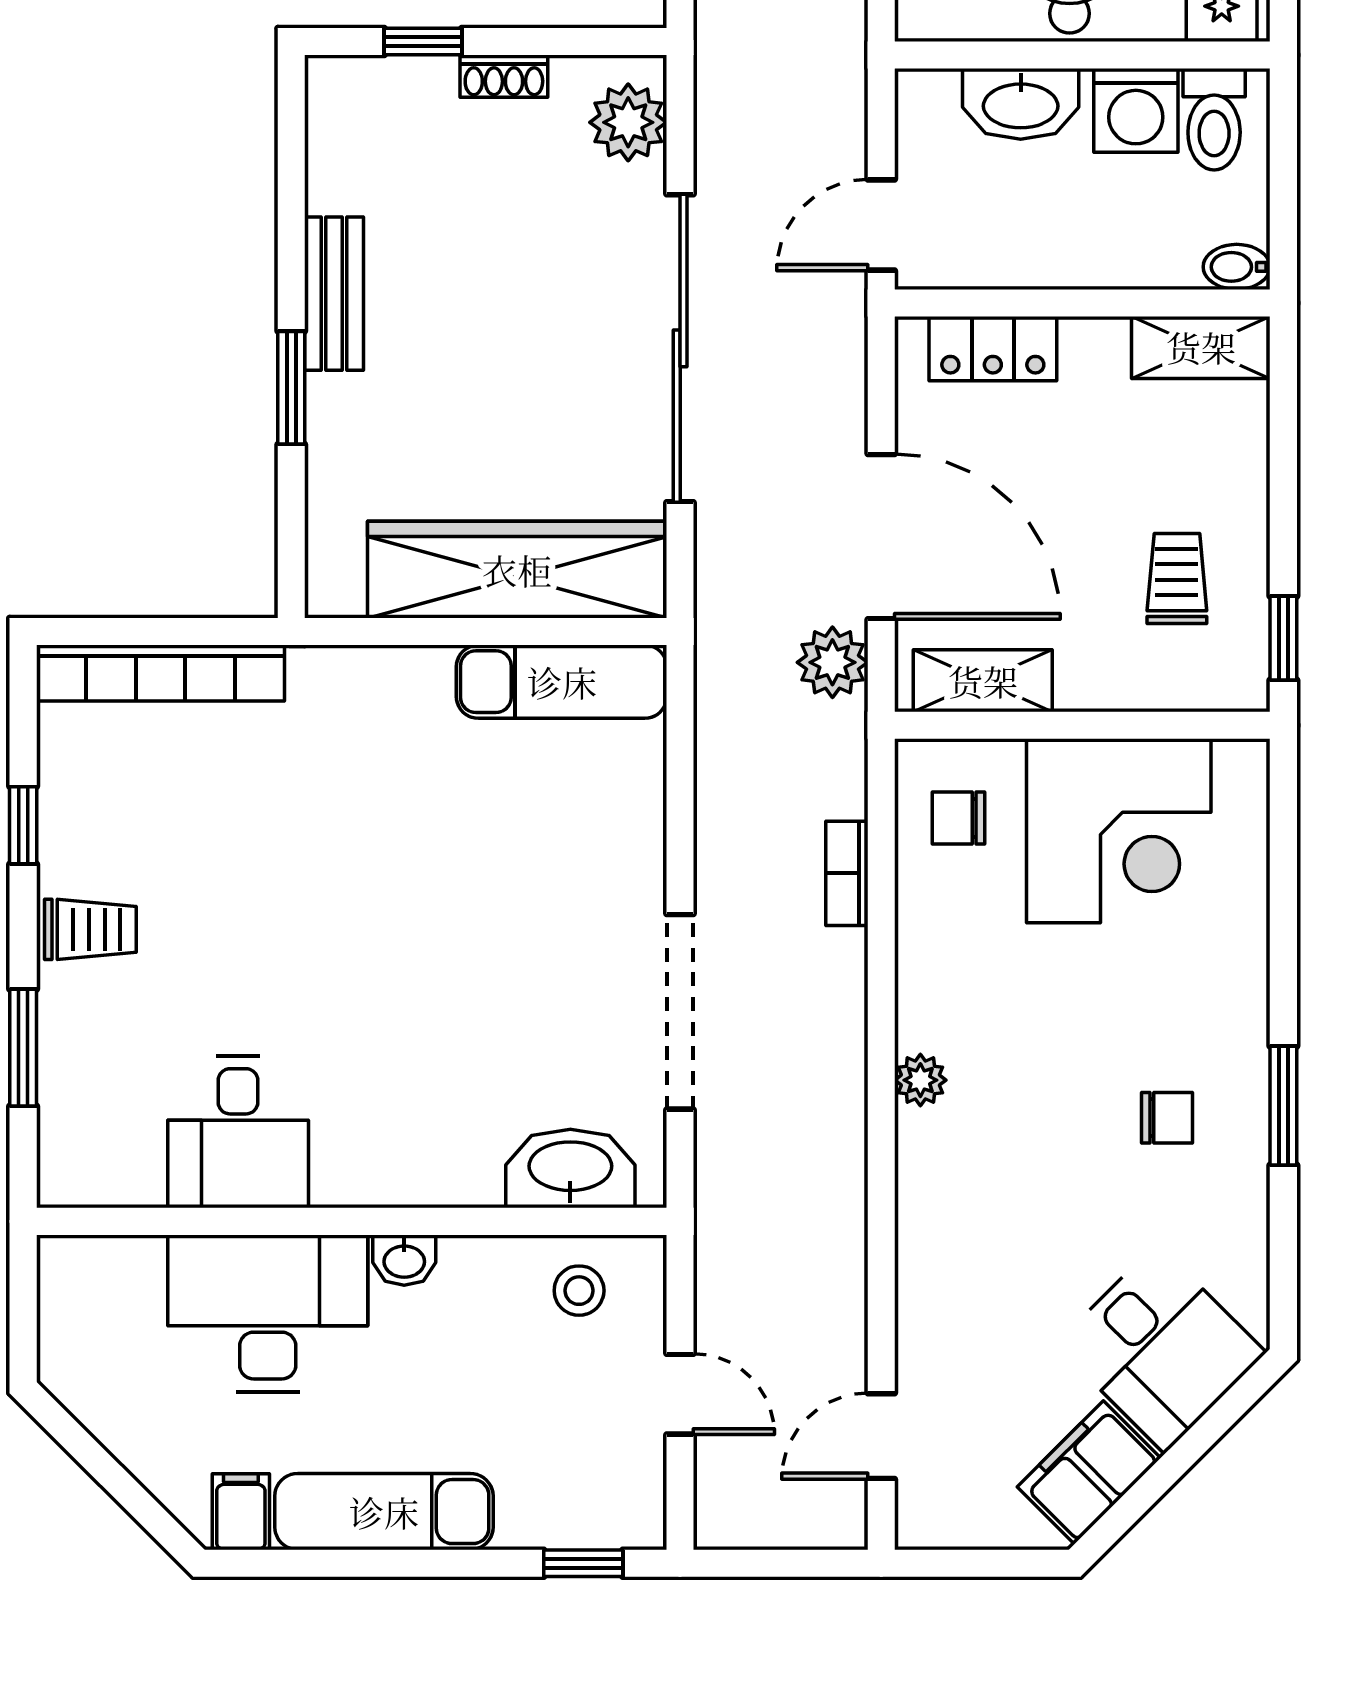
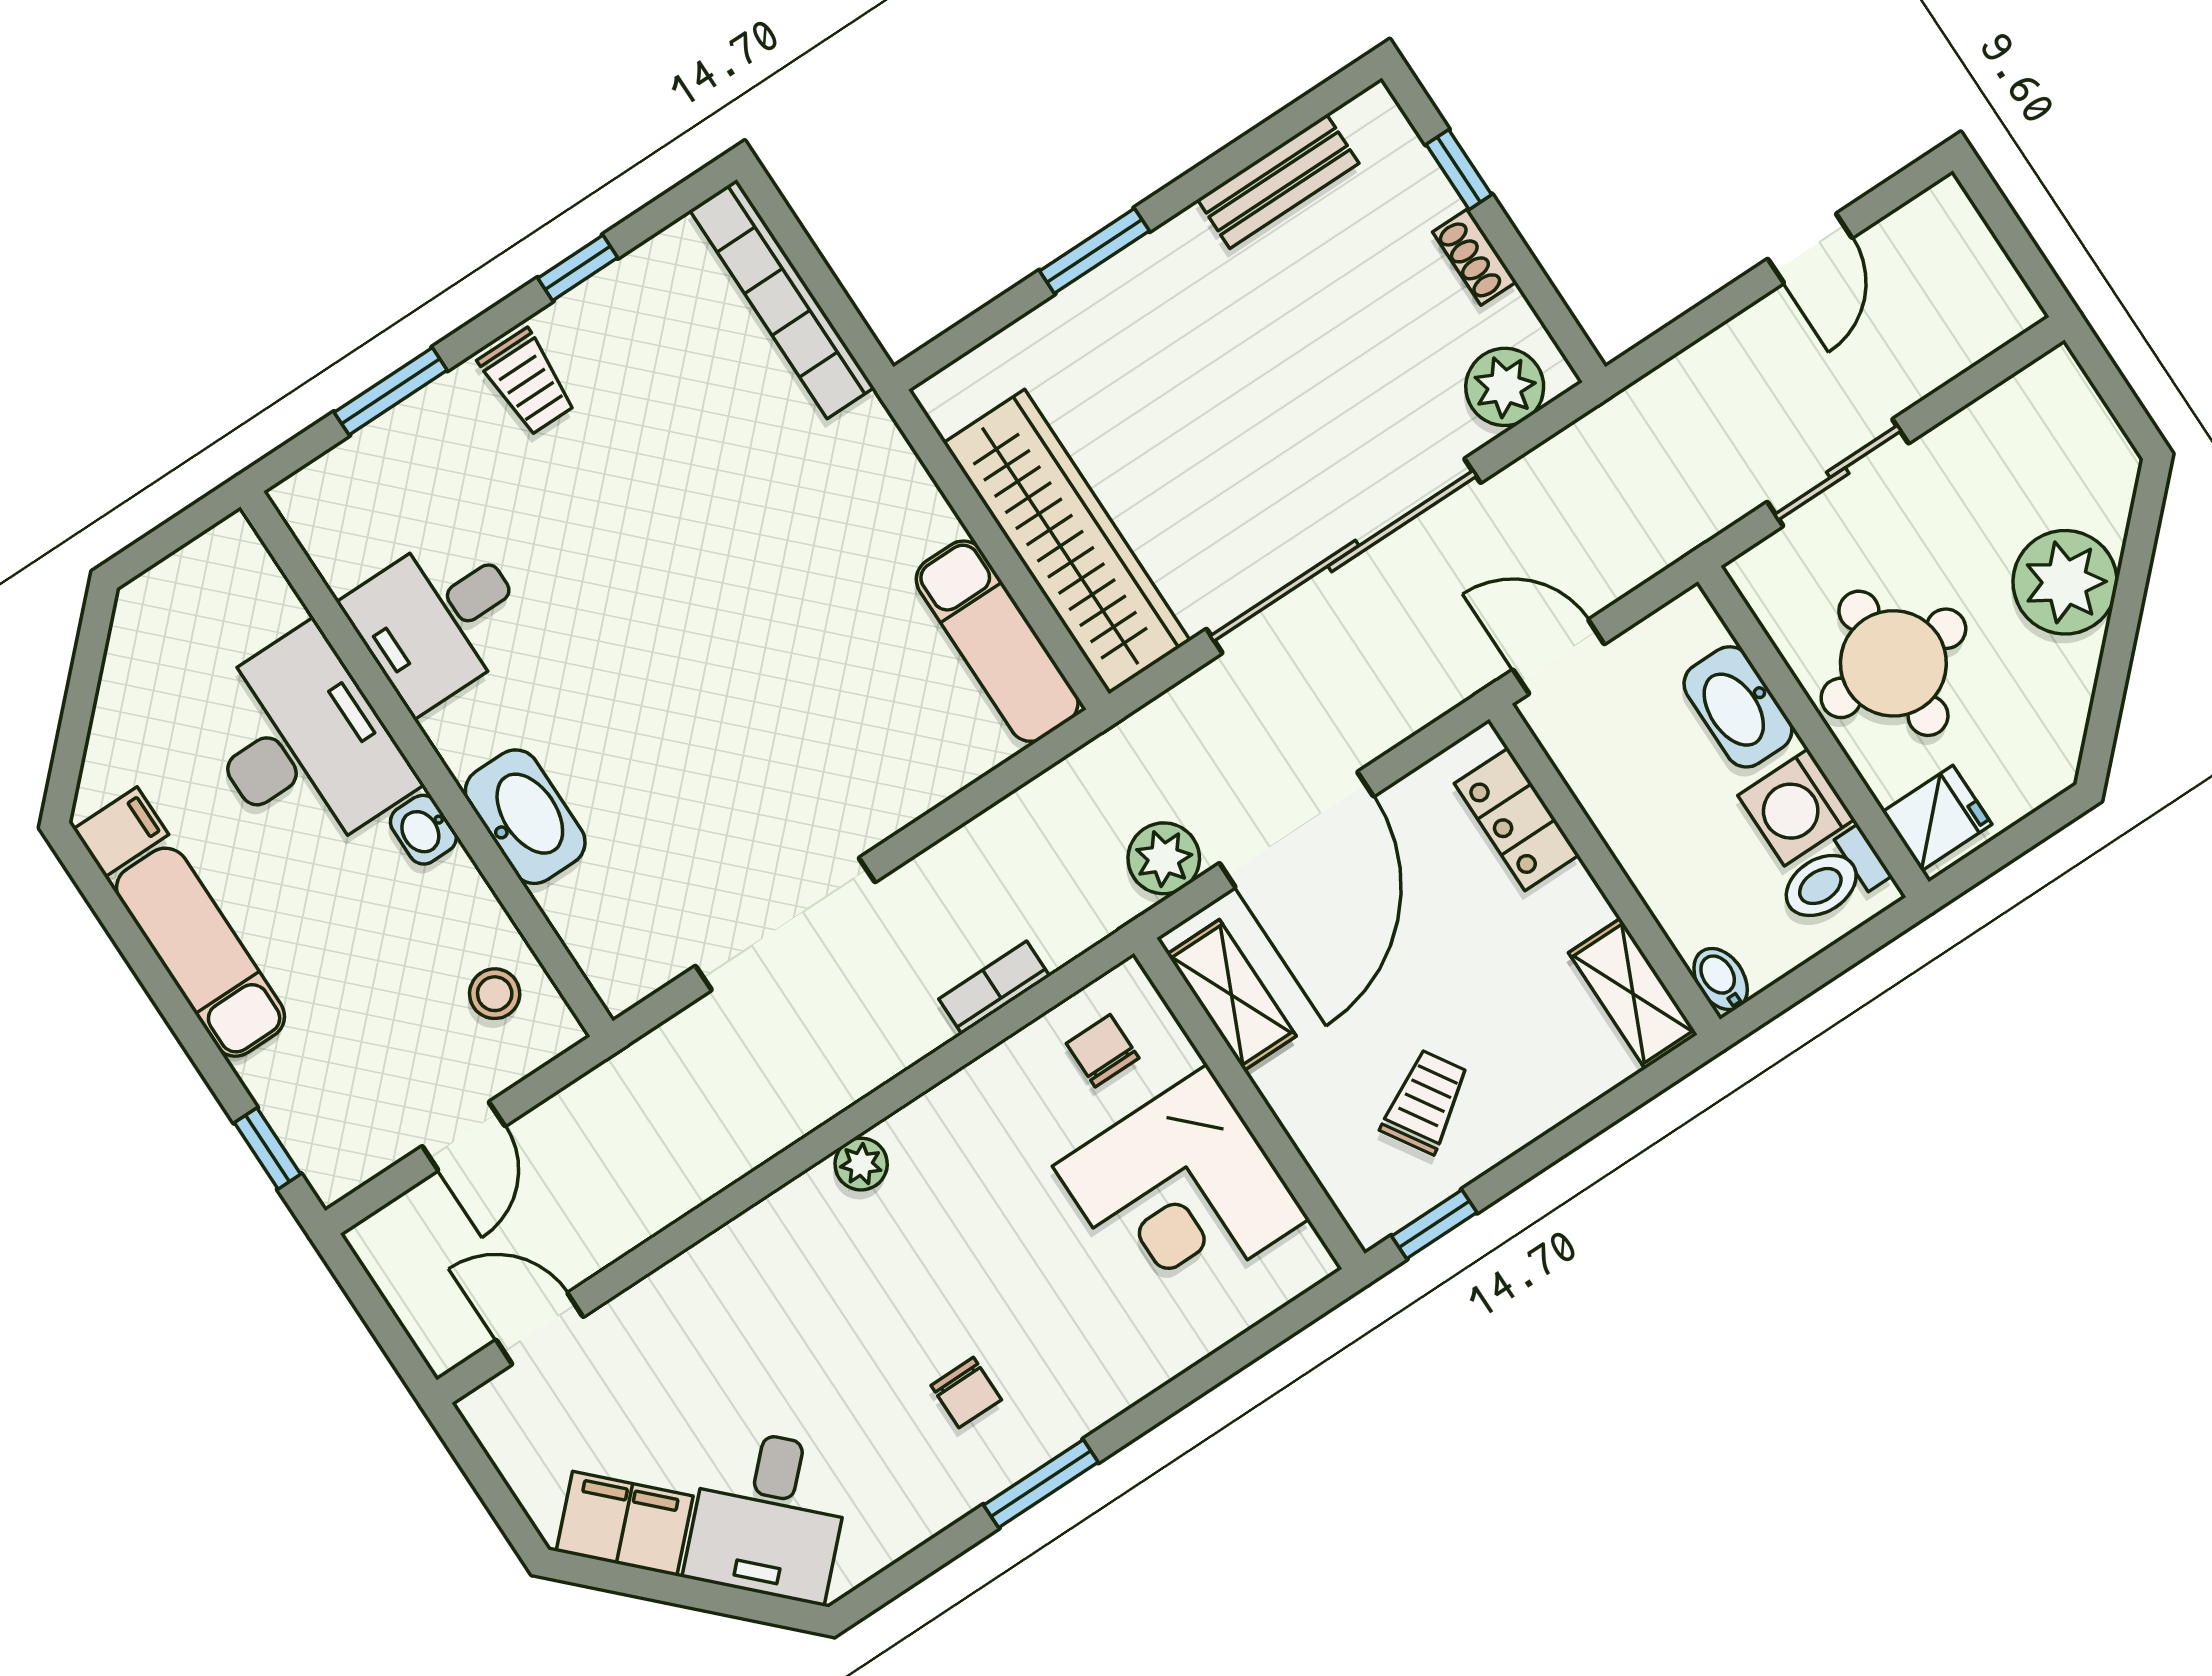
bench: (334, 294) -> (1278, 181), moved
trolley: (1177, 578) -> (1425, 1102), turned -32
washbasin: (570, 1169) -> (525, 817), moved

